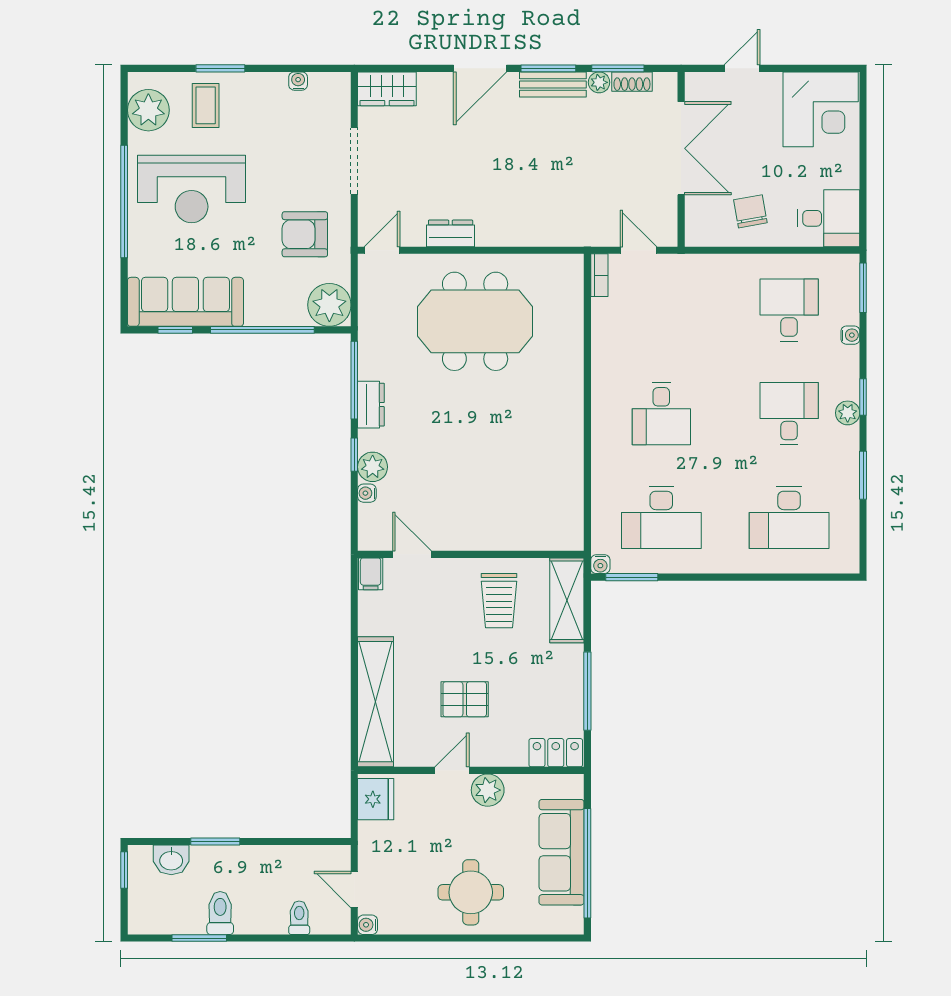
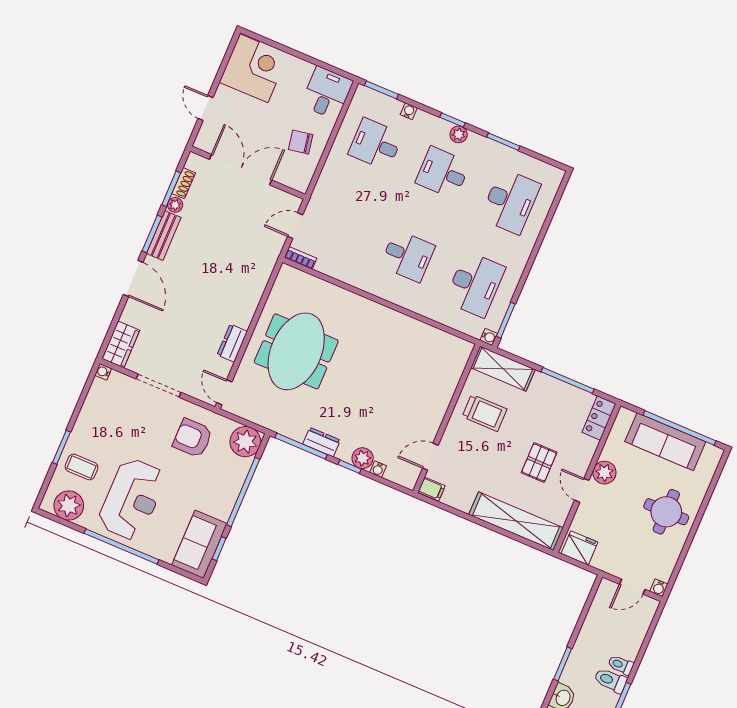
water cooler: (298, 81) -> (103, 372), moved
armchair: (305, 234) -> (193, 438), turned 90
sofa: (185, 302) -> (199, 544), width x0.73
toilet: (299, 918) -> (621, 665), moved

